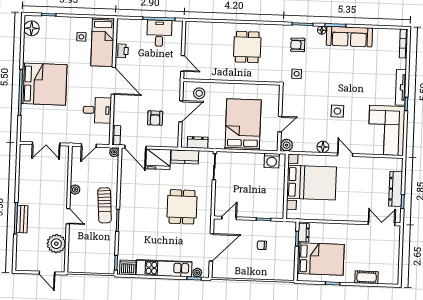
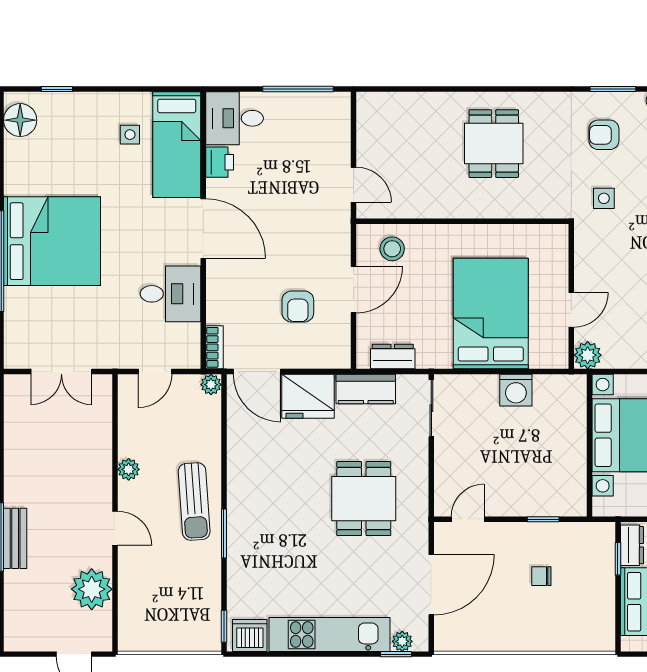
desk: (159, 33) -> (235, 118), moved, turned -90
washing machine: (272, 161) -> (516, 390), moved

